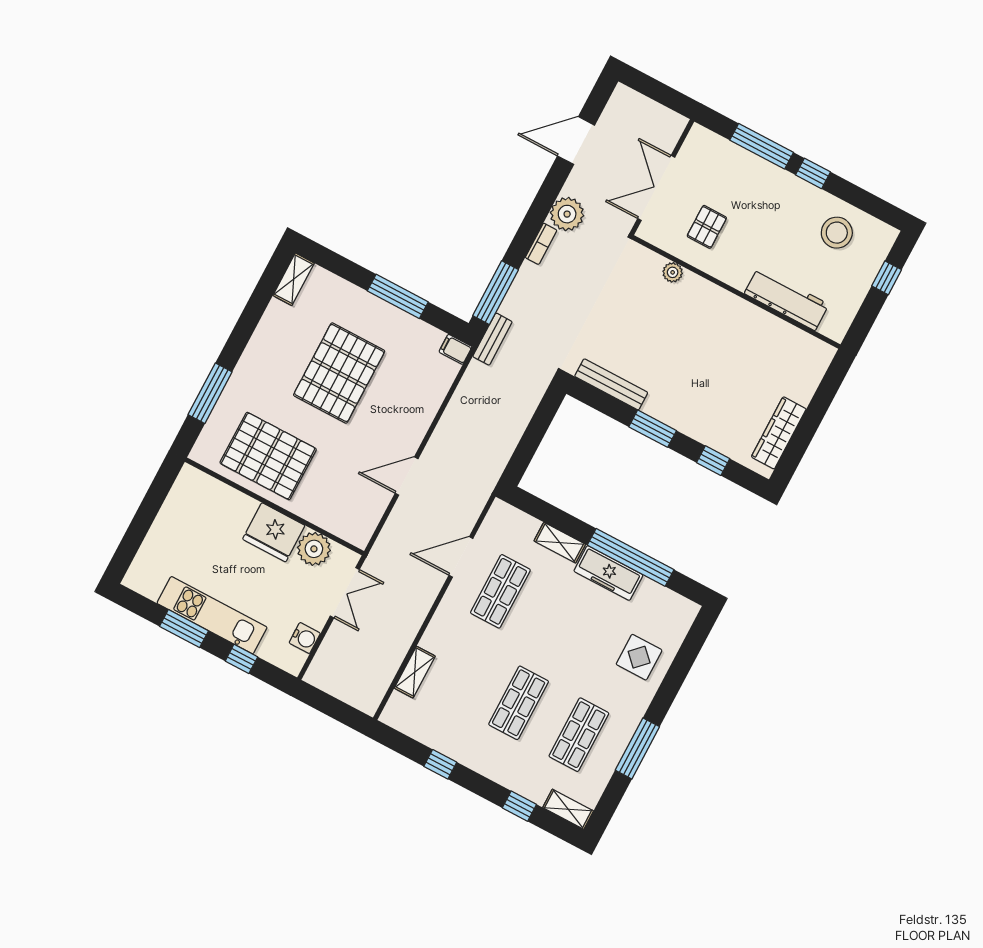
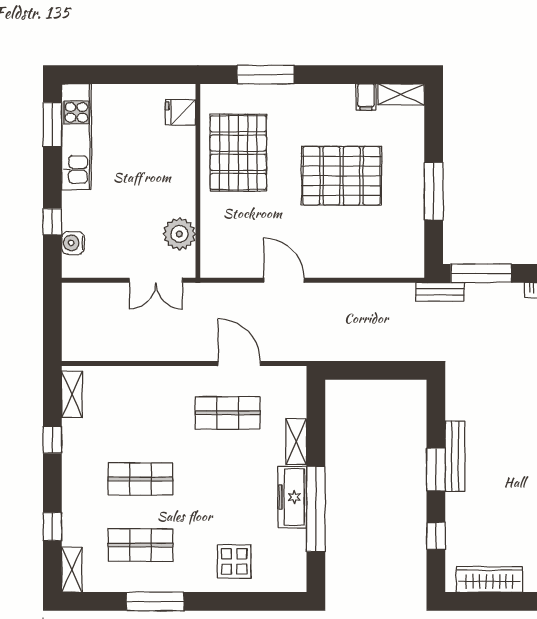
filing cabinet: (455, 349) -> (366, 97), moved, turned 180
bench: (611, 384) -> (455, 456), moved
fridge: (274, 532) -> (181, 112), moved, width x0.53, depth x0.75
kitchen unit: (212, 615) -> (76, 137), moved
window: (184, 629) -> (52, 125), moved
water cooler: (305, 638) -> (73, 243), moved, turned 90
shelving: (415, 672) -> (72, 394), moved, turned 90

